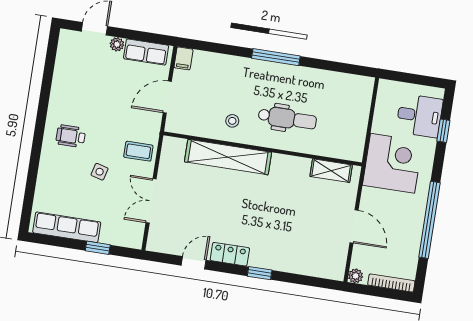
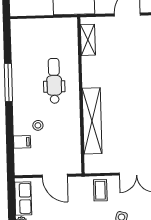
window: (276, 57) -> (8, 83), moved
filing cabinet: (183, 58) -> (22, 142), moved
stool: (232, 121) -> (38, 125), moved

